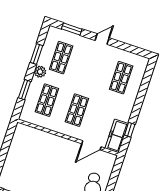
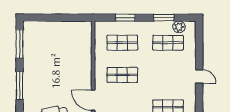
window: (72, 29) -> (199, 44), removed
plant: (40, 72) -> (179, 27), moved

